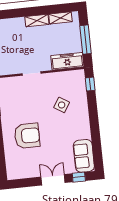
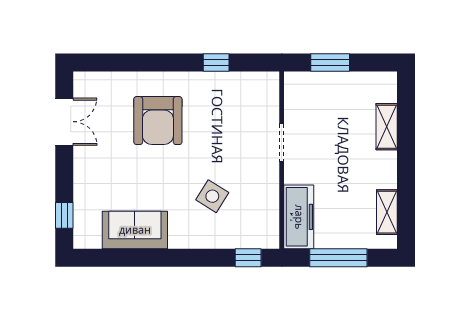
shelving: (37, 20) -> (387, 127), moved
sofa: (84, 156) -> (135, 230), moved
double door: (53, 180) -> (64, 122), moved

